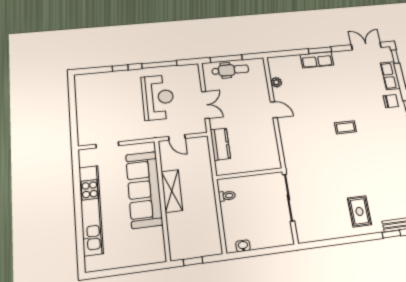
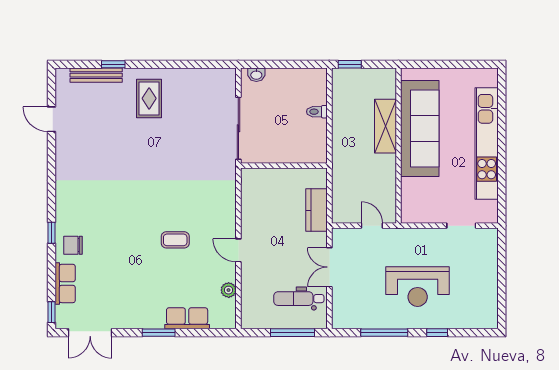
row of seats: (317, 60) -> (187, 318), moved
dental chair: (230, 70) -> (299, 299), moved
reception desk: (158, 97) -> (418, 287), moved, turned -90
coffee table: (345, 127) -> (175, 240), moved
sofa: (144, 189) -> (420, 129), moved
shelving: (172, 191) -> (386, 126), moved
toilet: (227, 196) -> (317, 112), moved
washbasin: (243, 246) -> (256, 75), moved
window: (193, 261) -> (350, 64), moved

